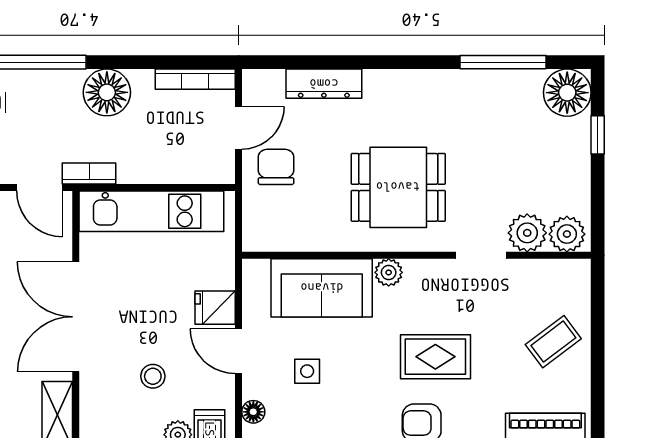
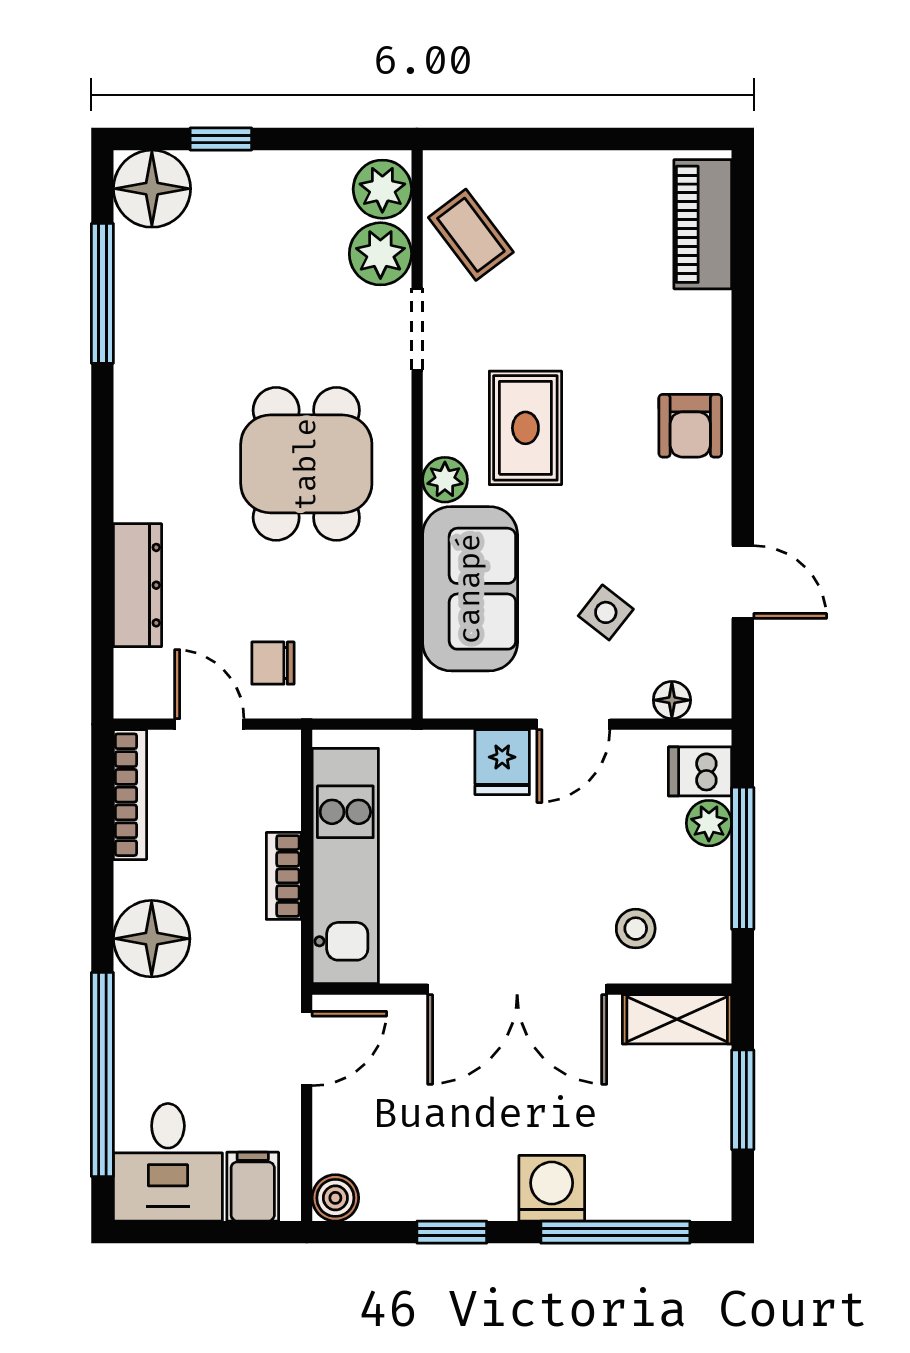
chair: (276, 167) -> (273, 663), width x0.73, depth x0.73
bookcase: (89, 173) -> (284, 876), moved
coffee table: (553, 342) -> (471, 235), moved
rug: (435, 357) -> (525, 428), moved
side table: (307, 371) -> (606, 612), turned 38
stool: (153, 376) -> (636, 929), moved

